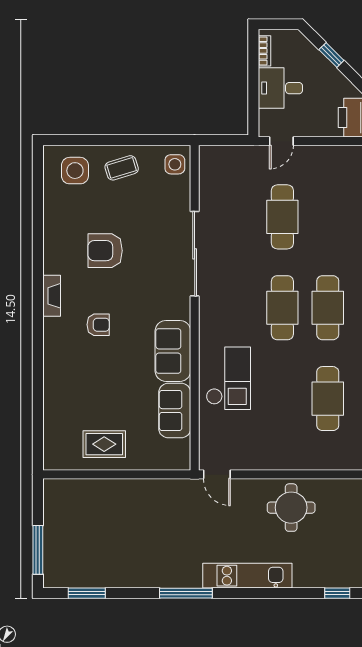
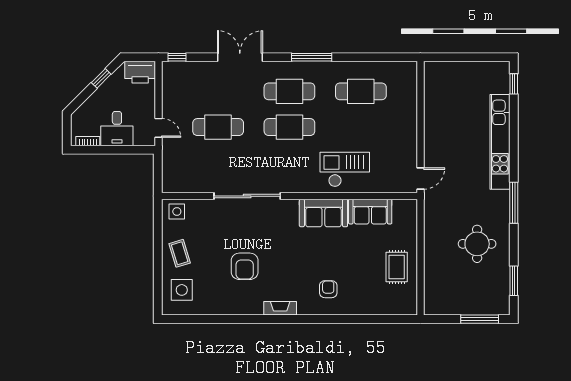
window: (331, 55) -> (101, 78), moved
armchair: (98, 325) -> (328, 289), moved
round table: (291, 508) -> (477, 244), moved
kitchen unit: (247, 576) -> (500, 142), width x1.36

